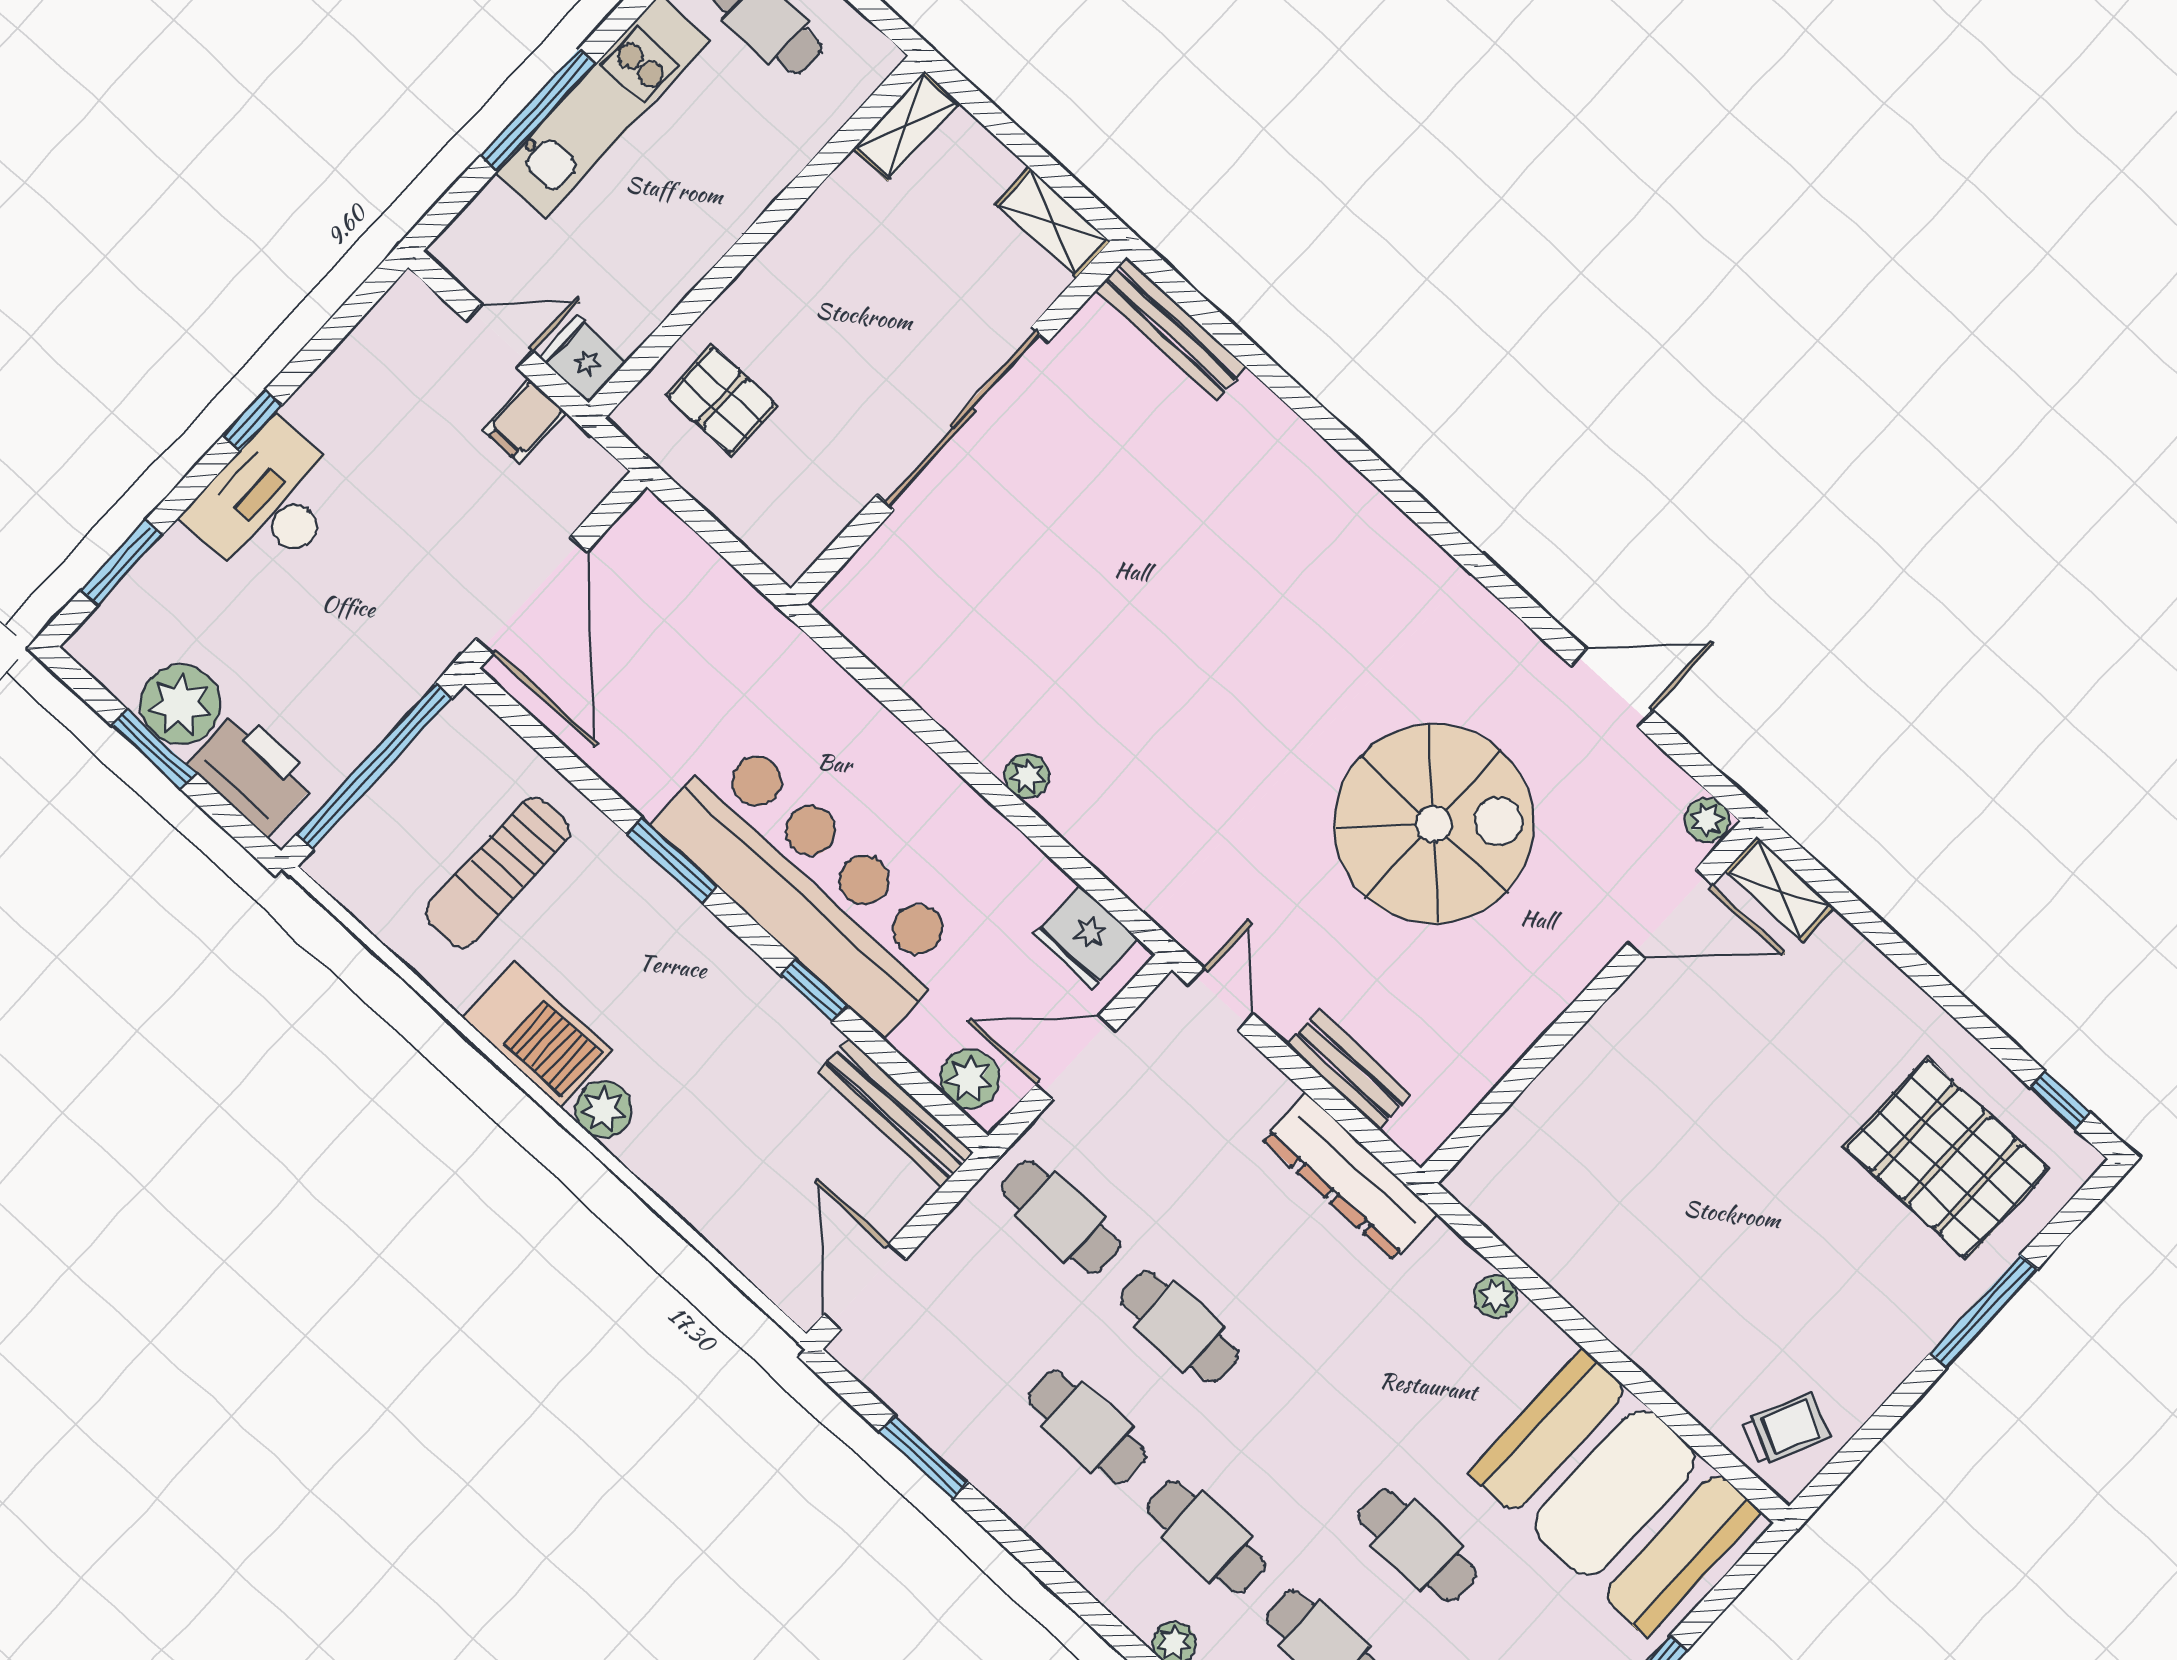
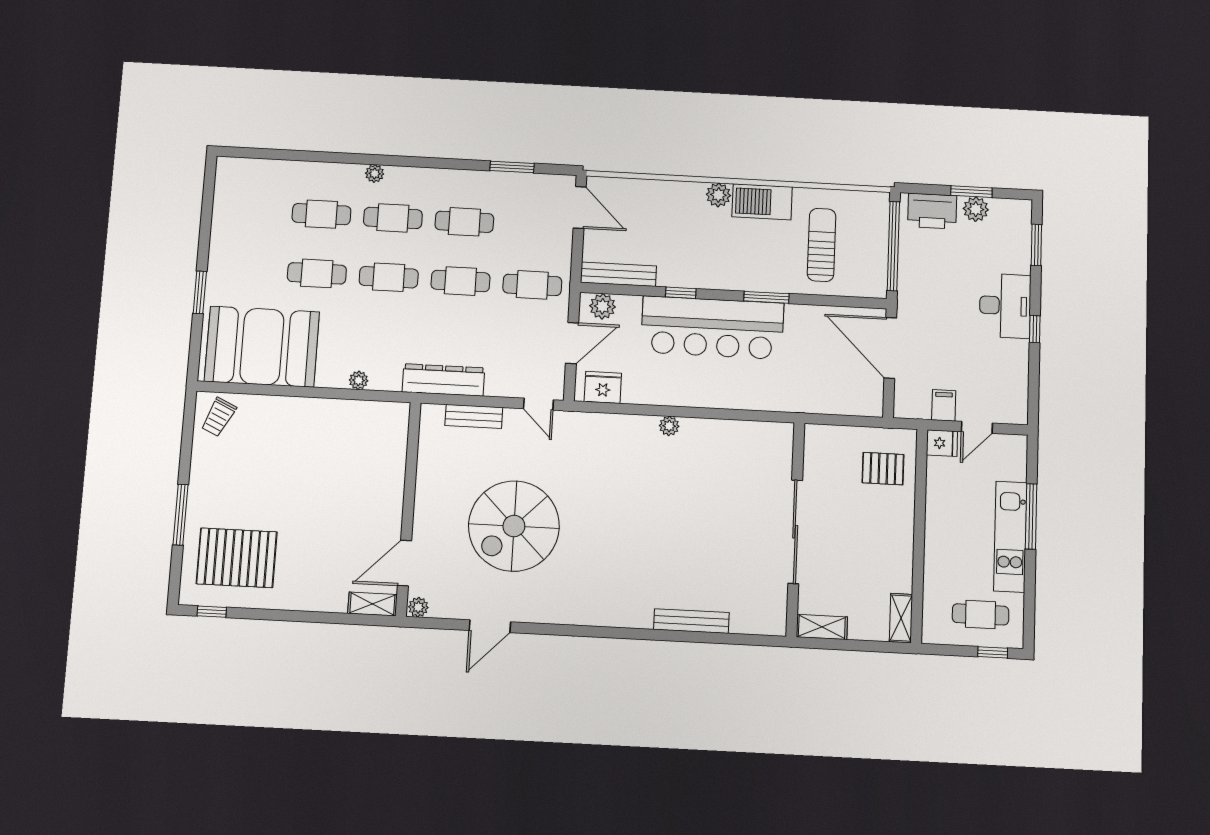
bench: (1171, 329) -> (691, 621), moved
plant: (180, 705) -> (976, 209), width x0.73, depth x0.73
cafe table: (1298, 1436) -> (389, 277), added

